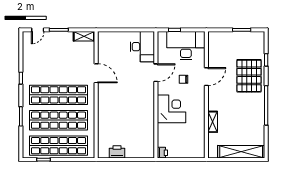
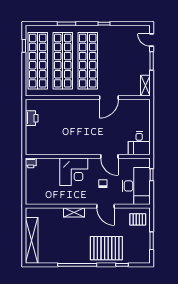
pallet: (220, 44) -> (138, 219), added
desk: (142, 47) -> (139, 143), width x0.73
shelving: (213, 122) -> (74, 212), moved

